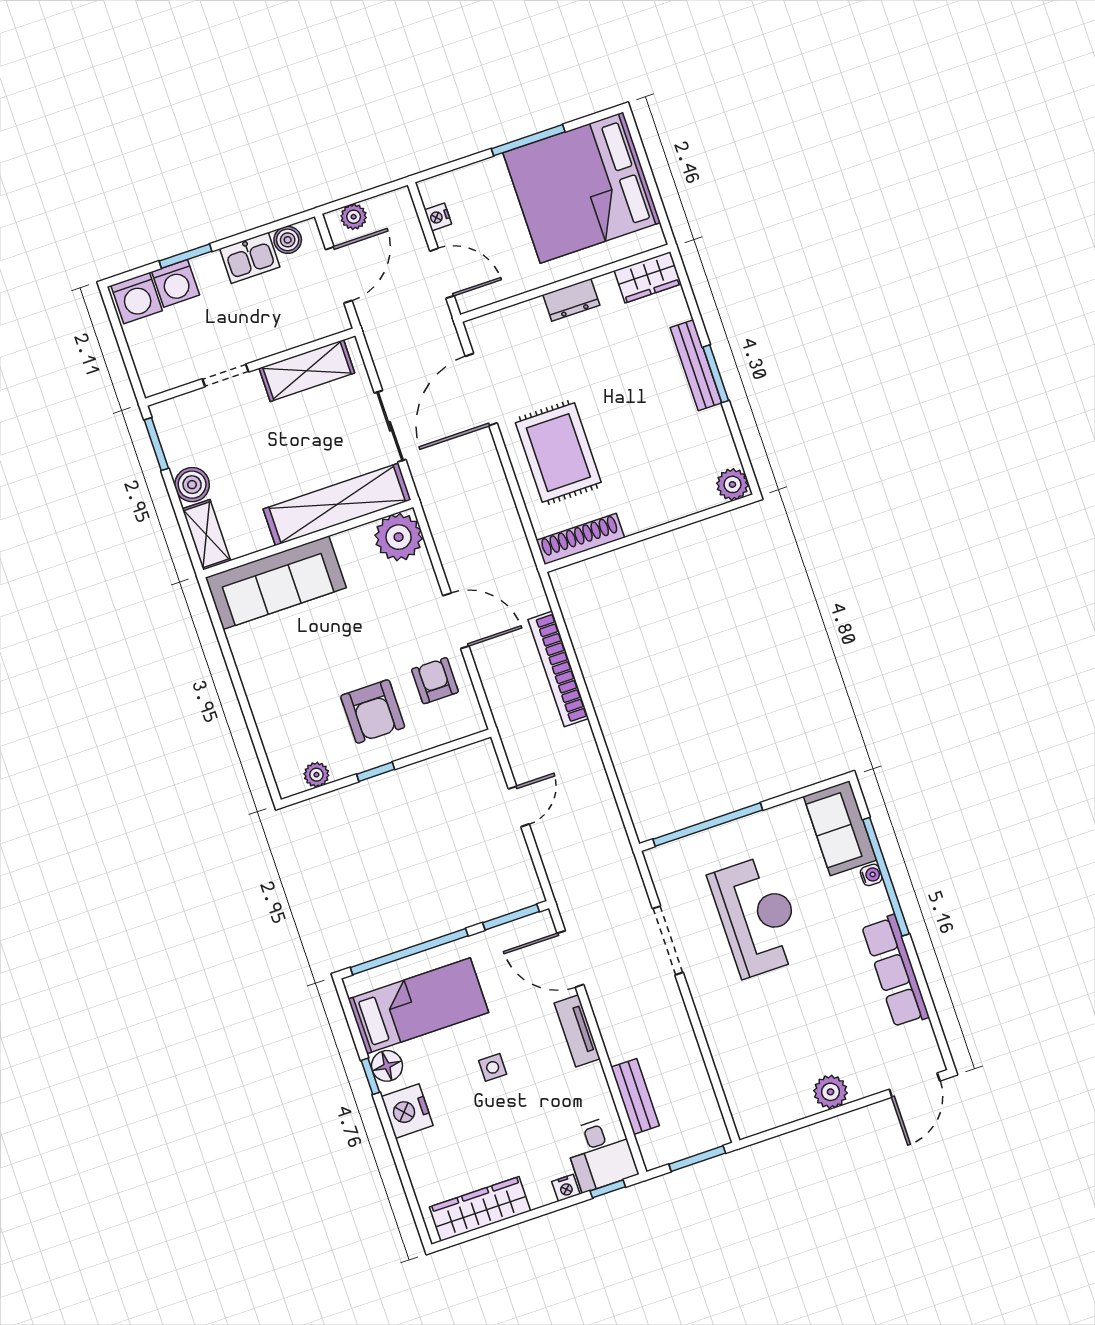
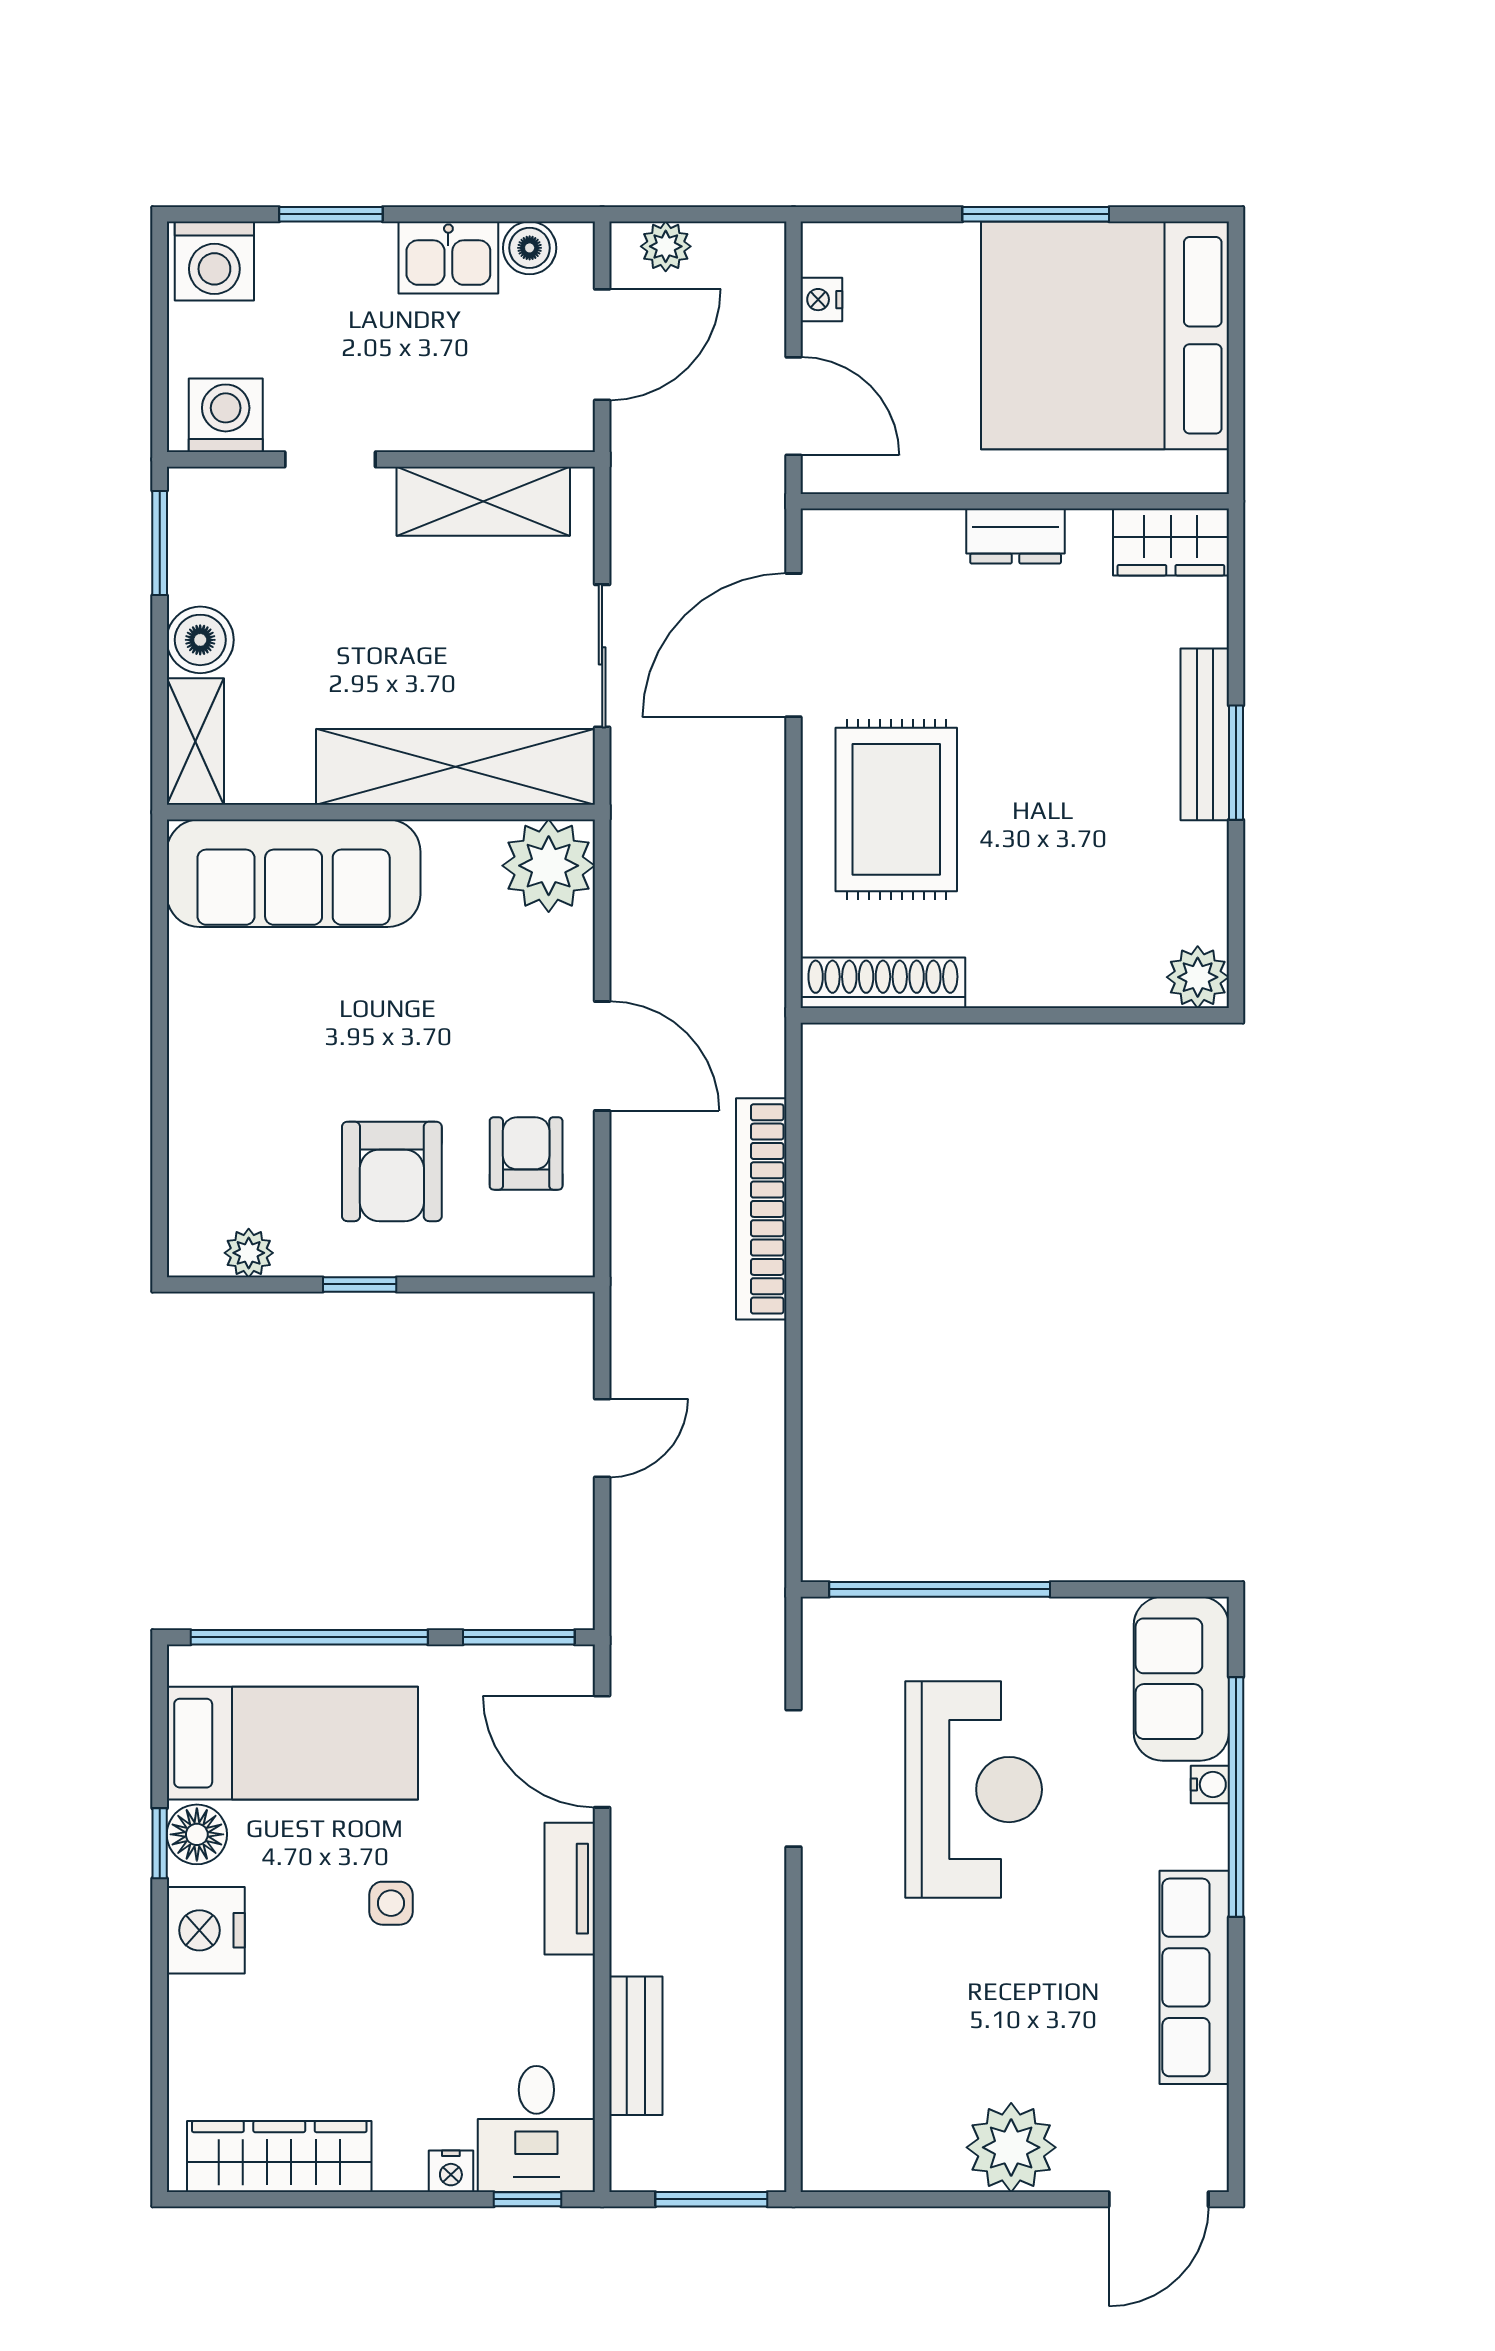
washing machine: (176, 283) -> (226, 415), moved, turned 180
plant: (830, 1092) -> (1011, 2147), width x1.36, depth x1.36

